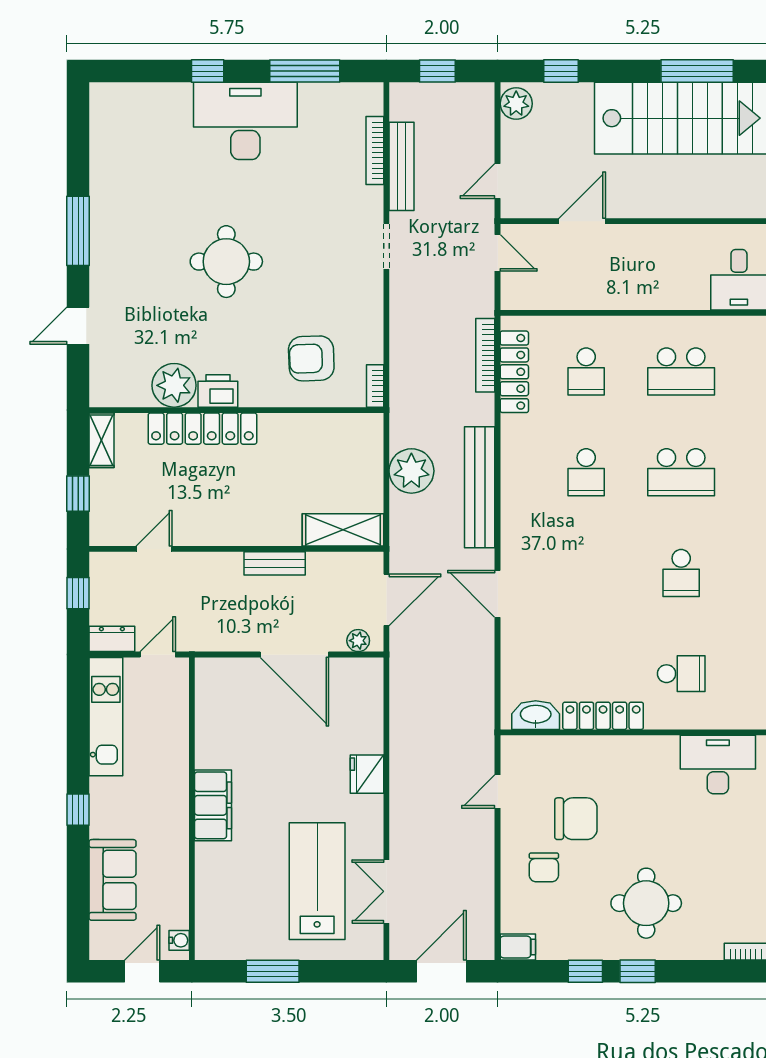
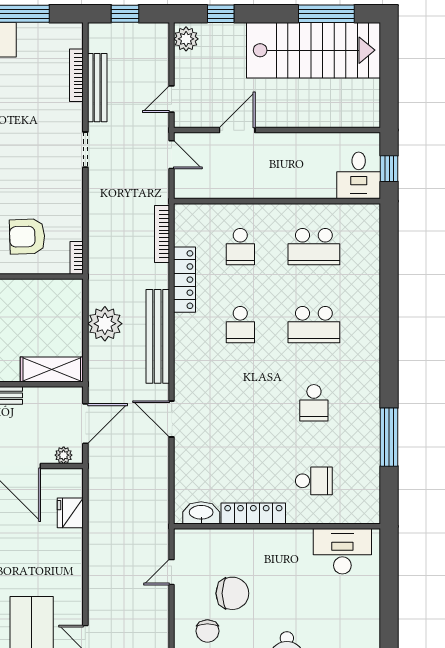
locker: (514, 372) -> (185, 280), moved
fridge: (367, 774) -> (70, 513), moved

